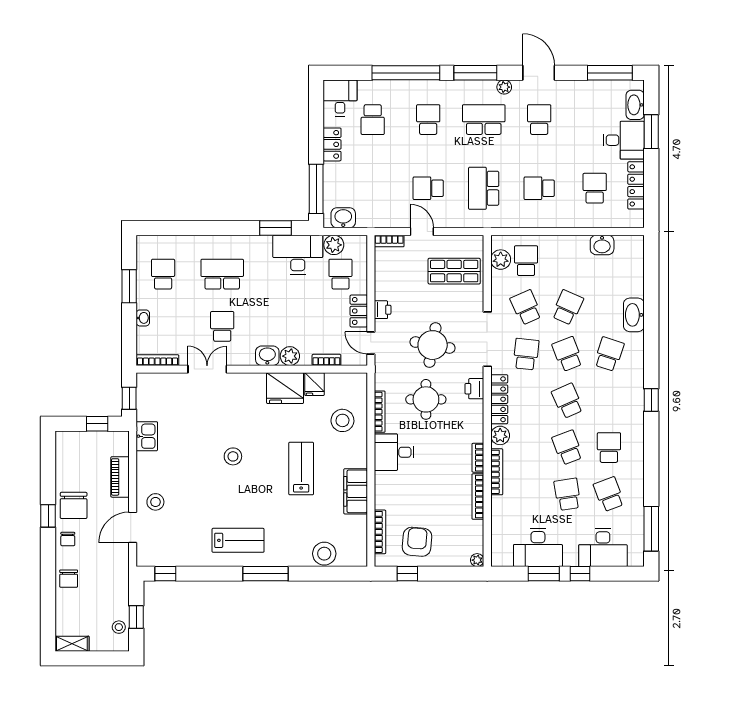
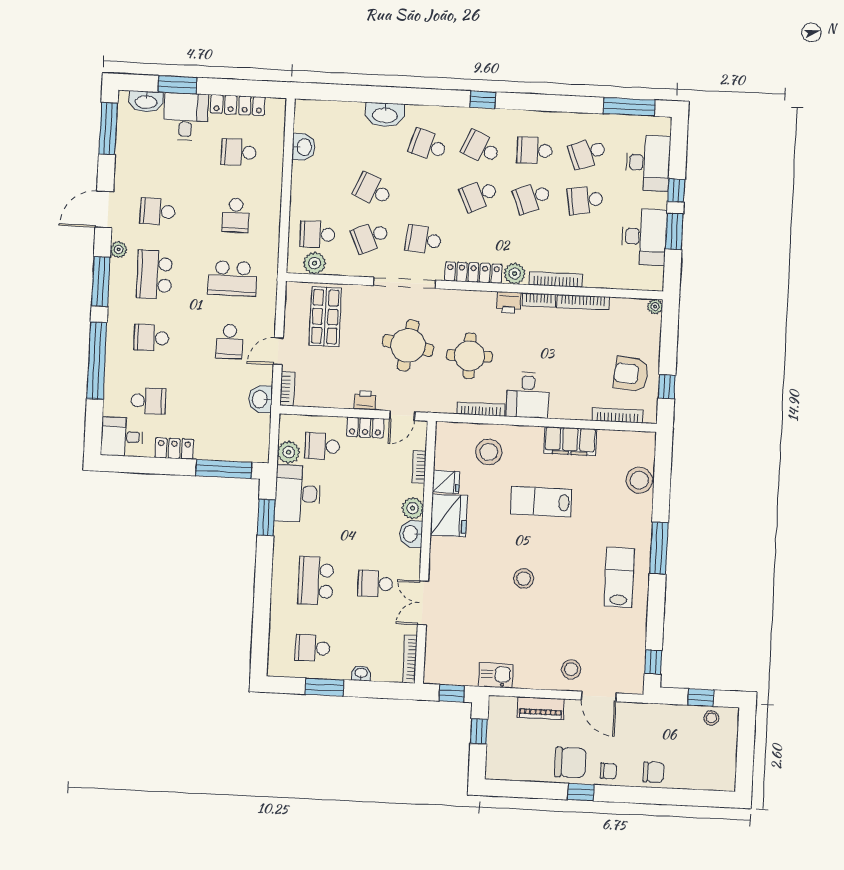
washbasin: (343, 218) -> (260, 399), moved
school desk: (567, 354) -> (481, 148), moved, turned 45
printer: (474, 389) -> (509, 303), moved
shelving: (72, 644) -> (728, 772), removed

